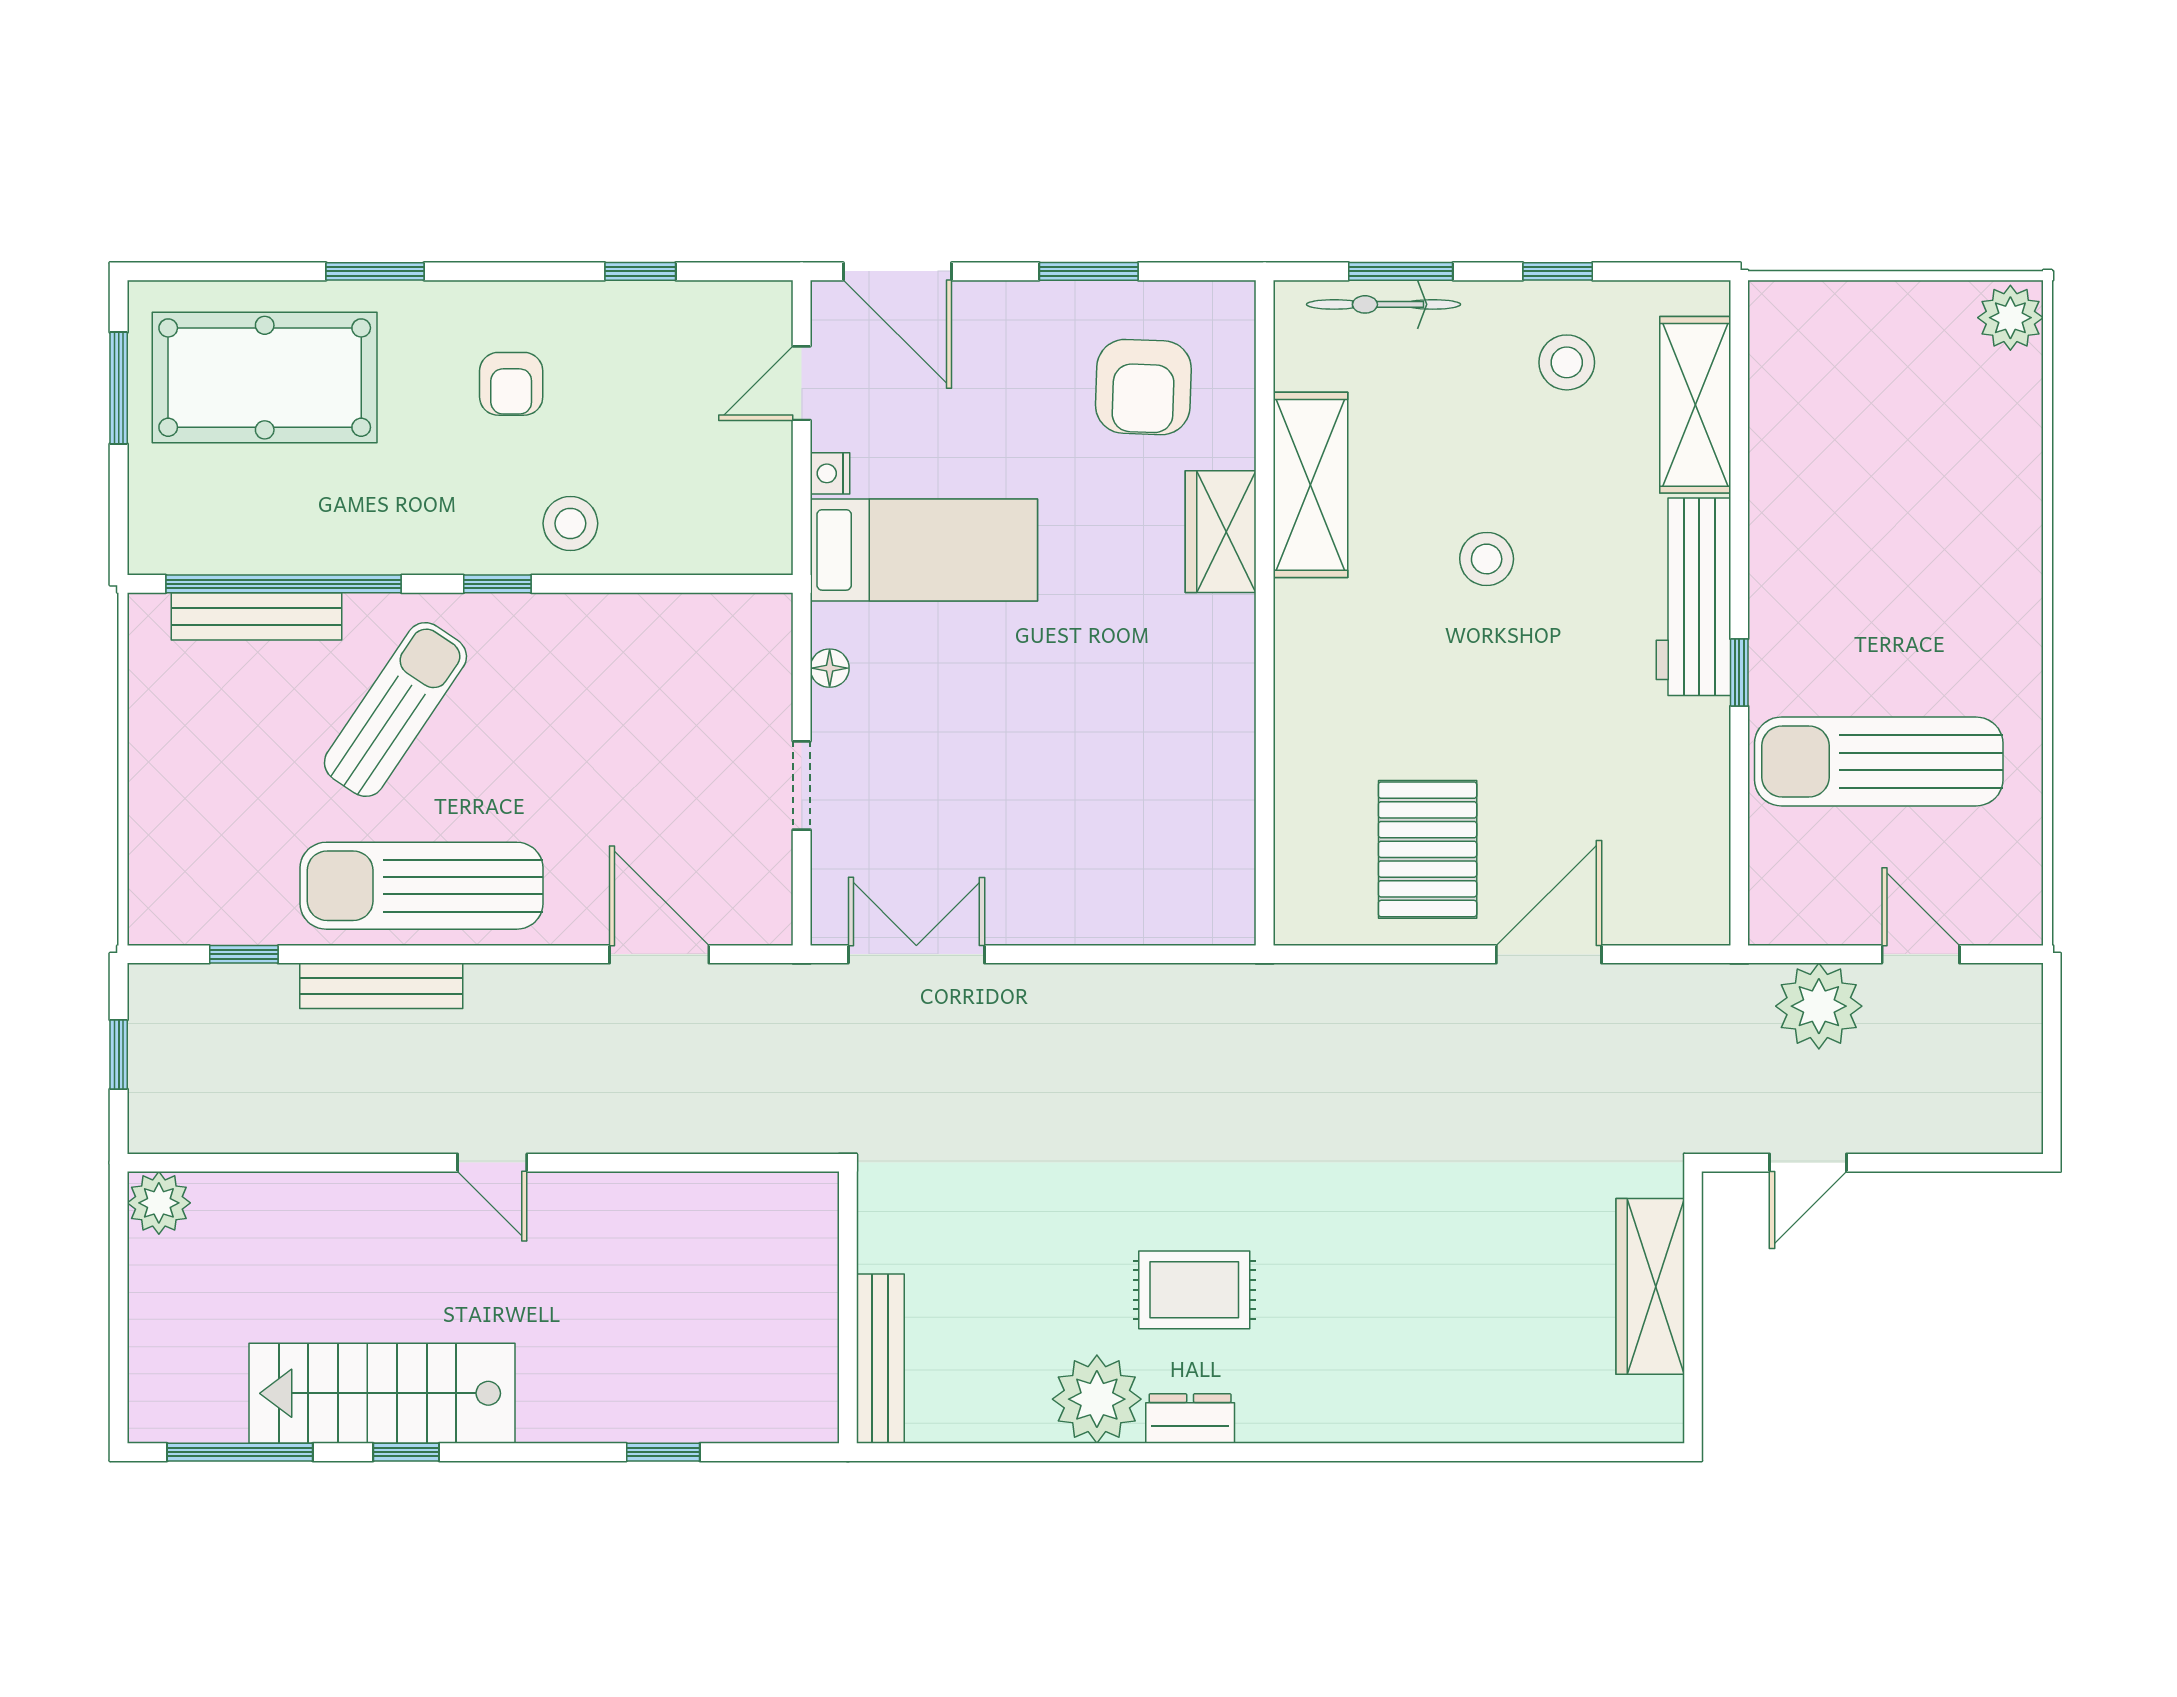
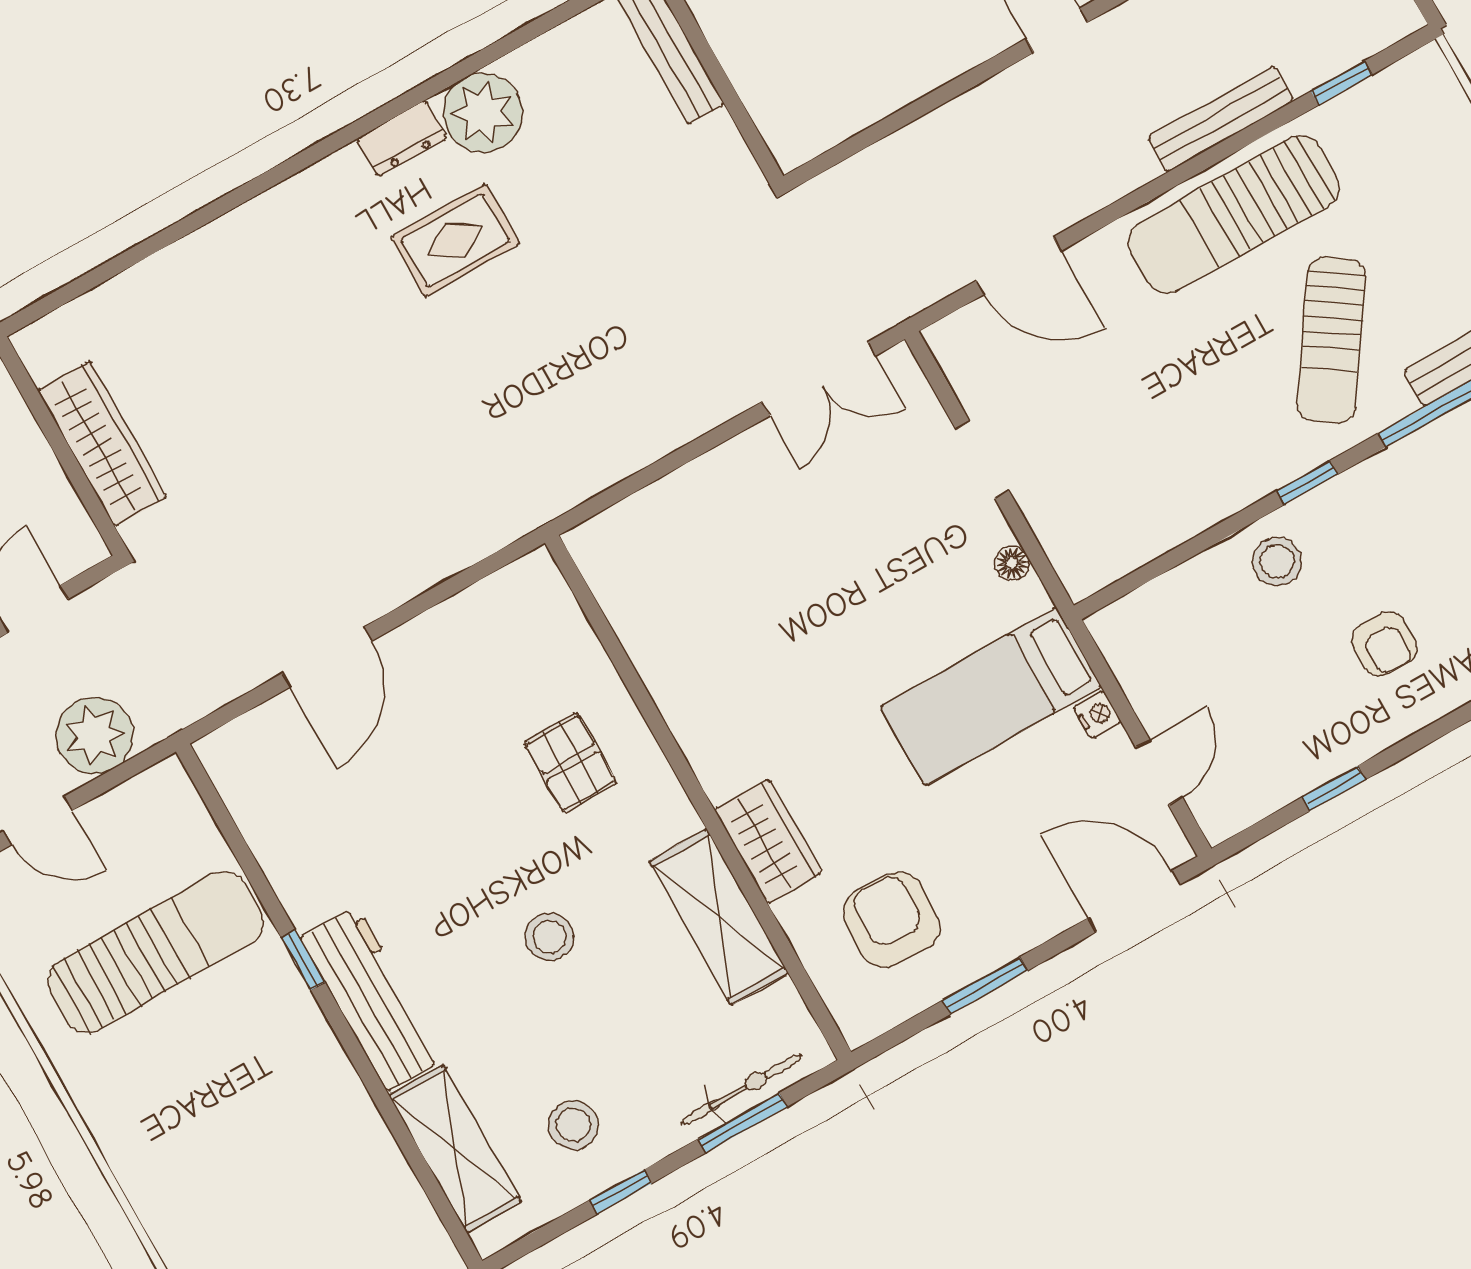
armchair: (511, 384) -> (1385, 644), turned 180
pallet: (1428, 849) -> (570, 763), moved, width x0.67, depth x0.71
sun lounger: (422, 886) -> (1234, 215), turned 180

